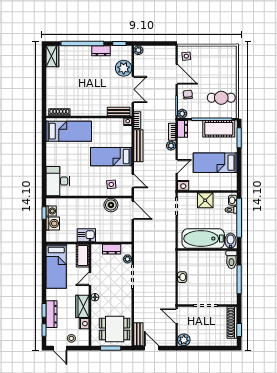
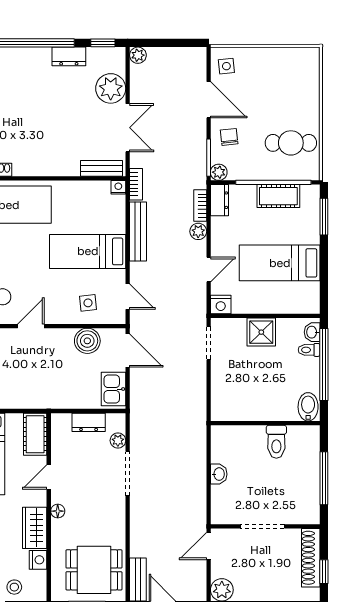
cot: (219, 129) -> (278, 196), width x0.73, depth x0.75
door: (80, 197) -> (31, 326), added
kitchen sink: (86, 235) -> (113, 389), moved, turned -90
bathtub: (203, 239) -> (258, 403), removed
toilet: (231, 260) -> (276, 442), moved
door: (177, 316) -> (209, 546), hinge flipped

